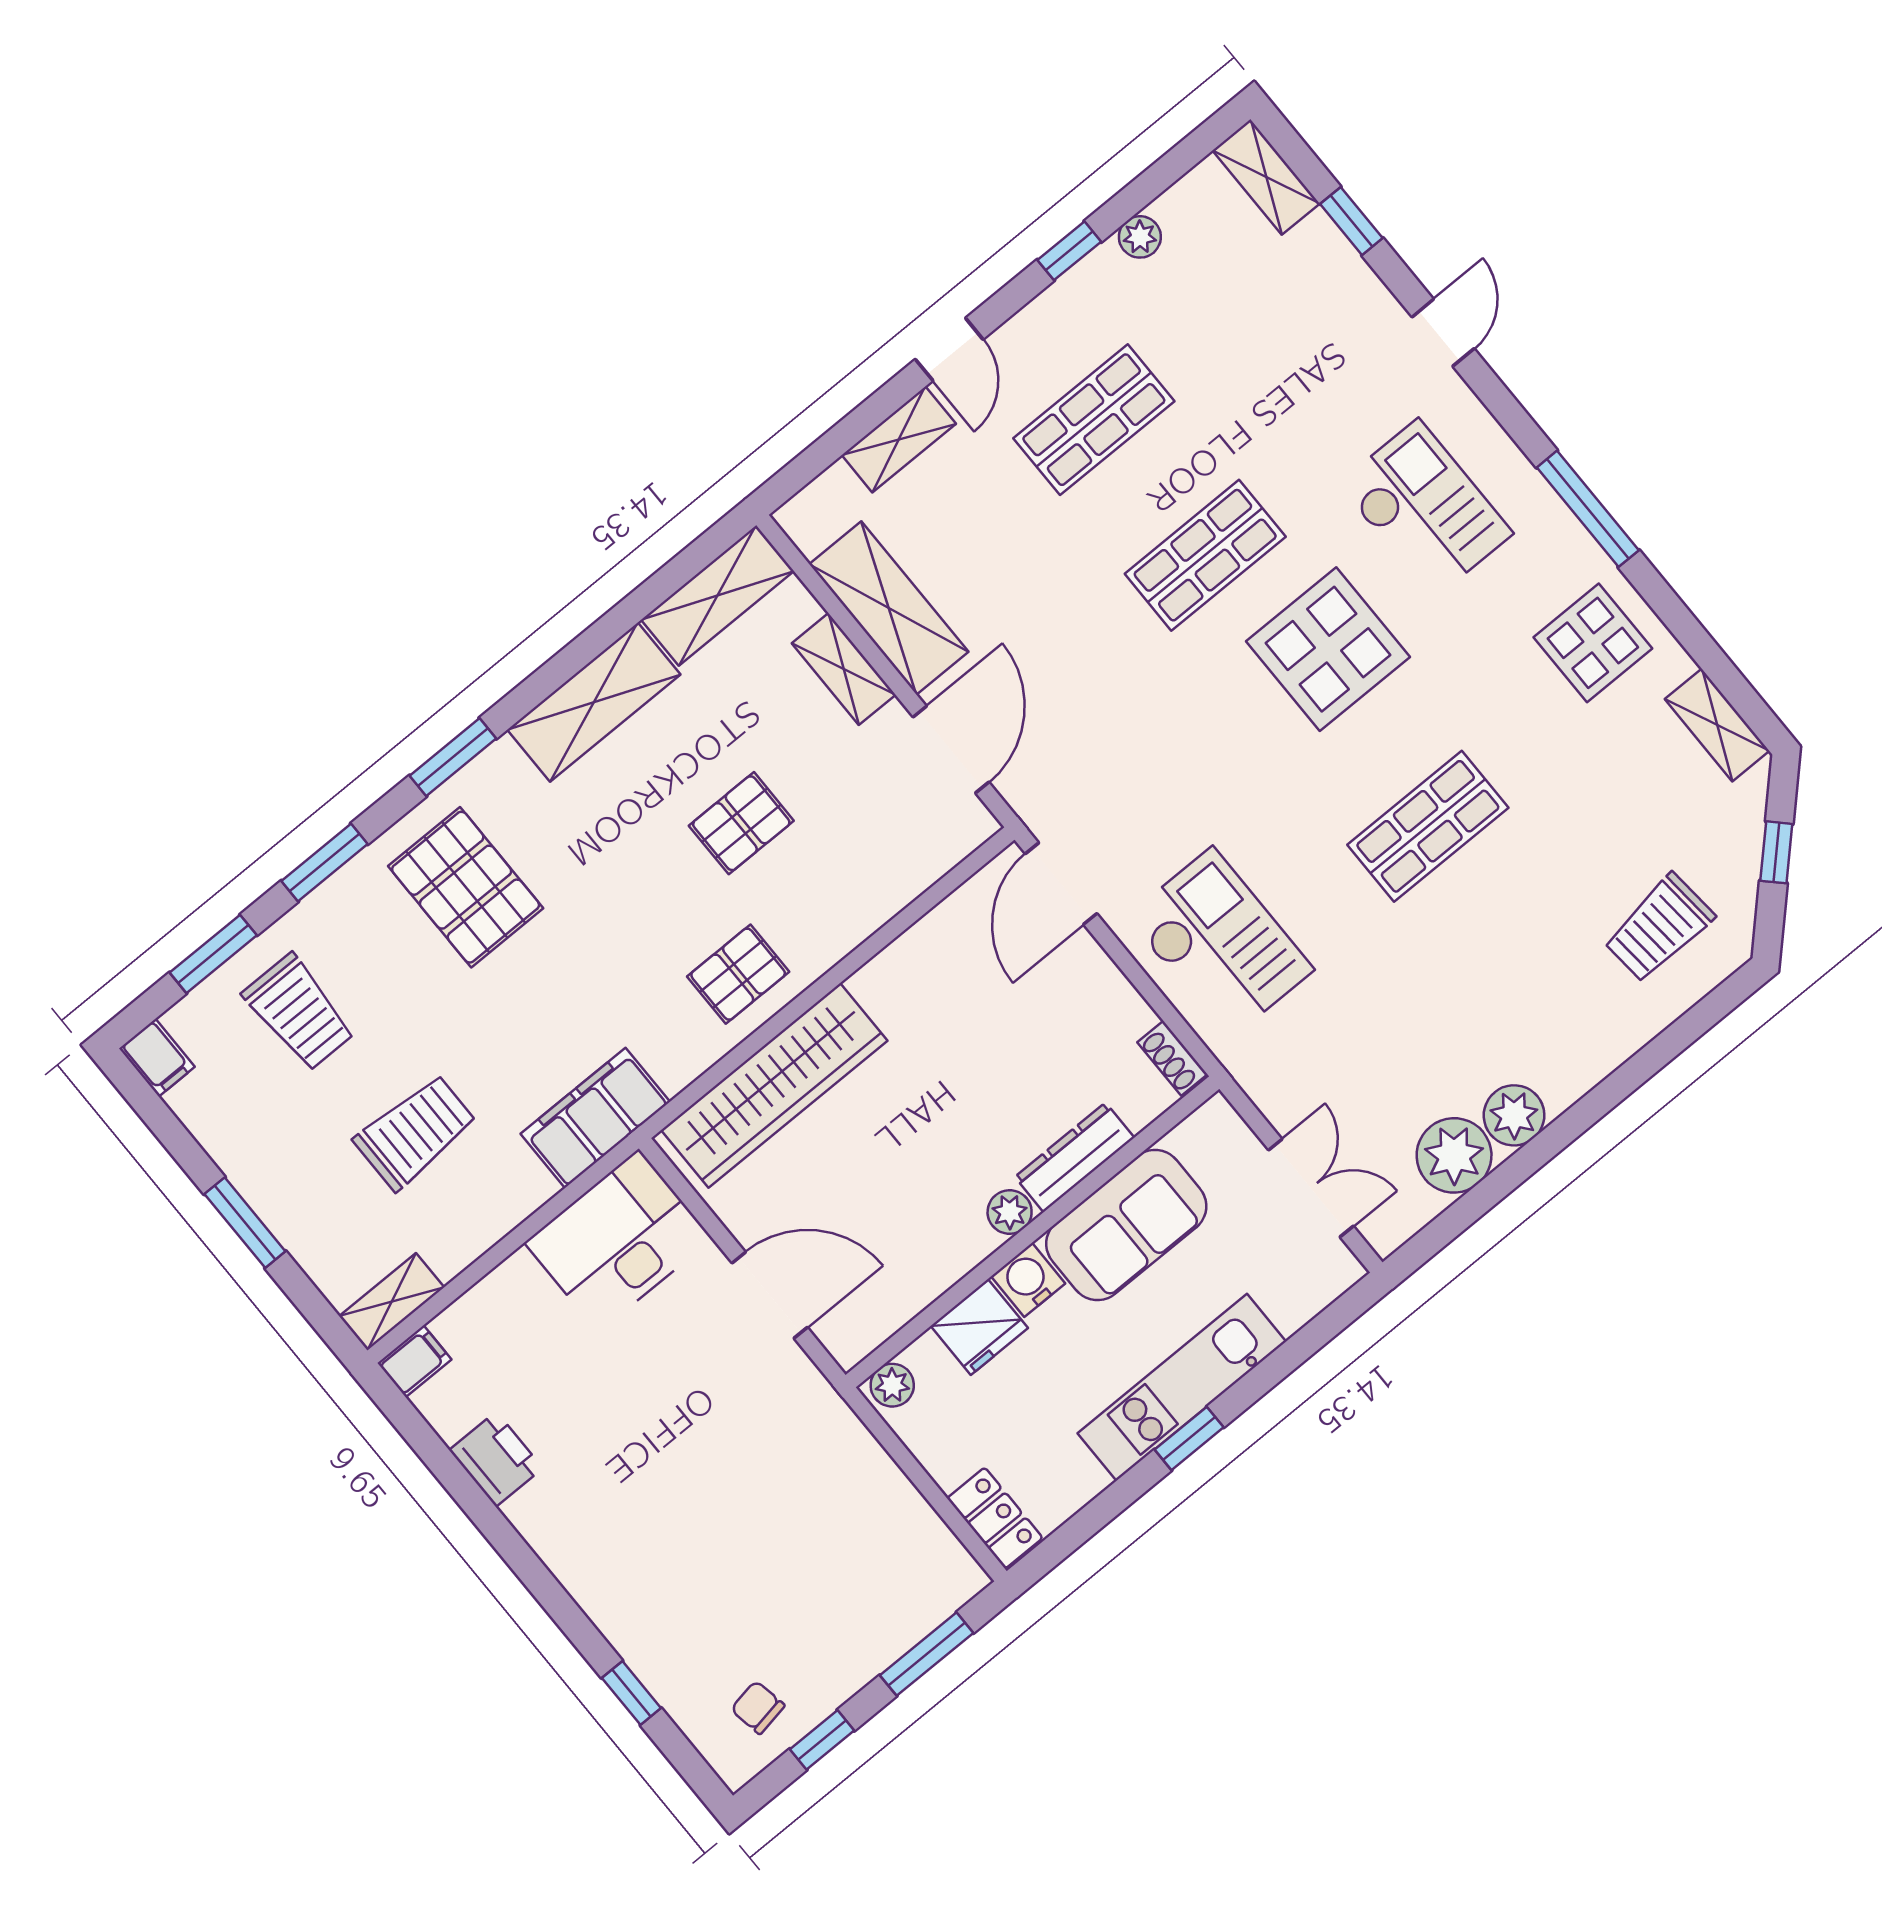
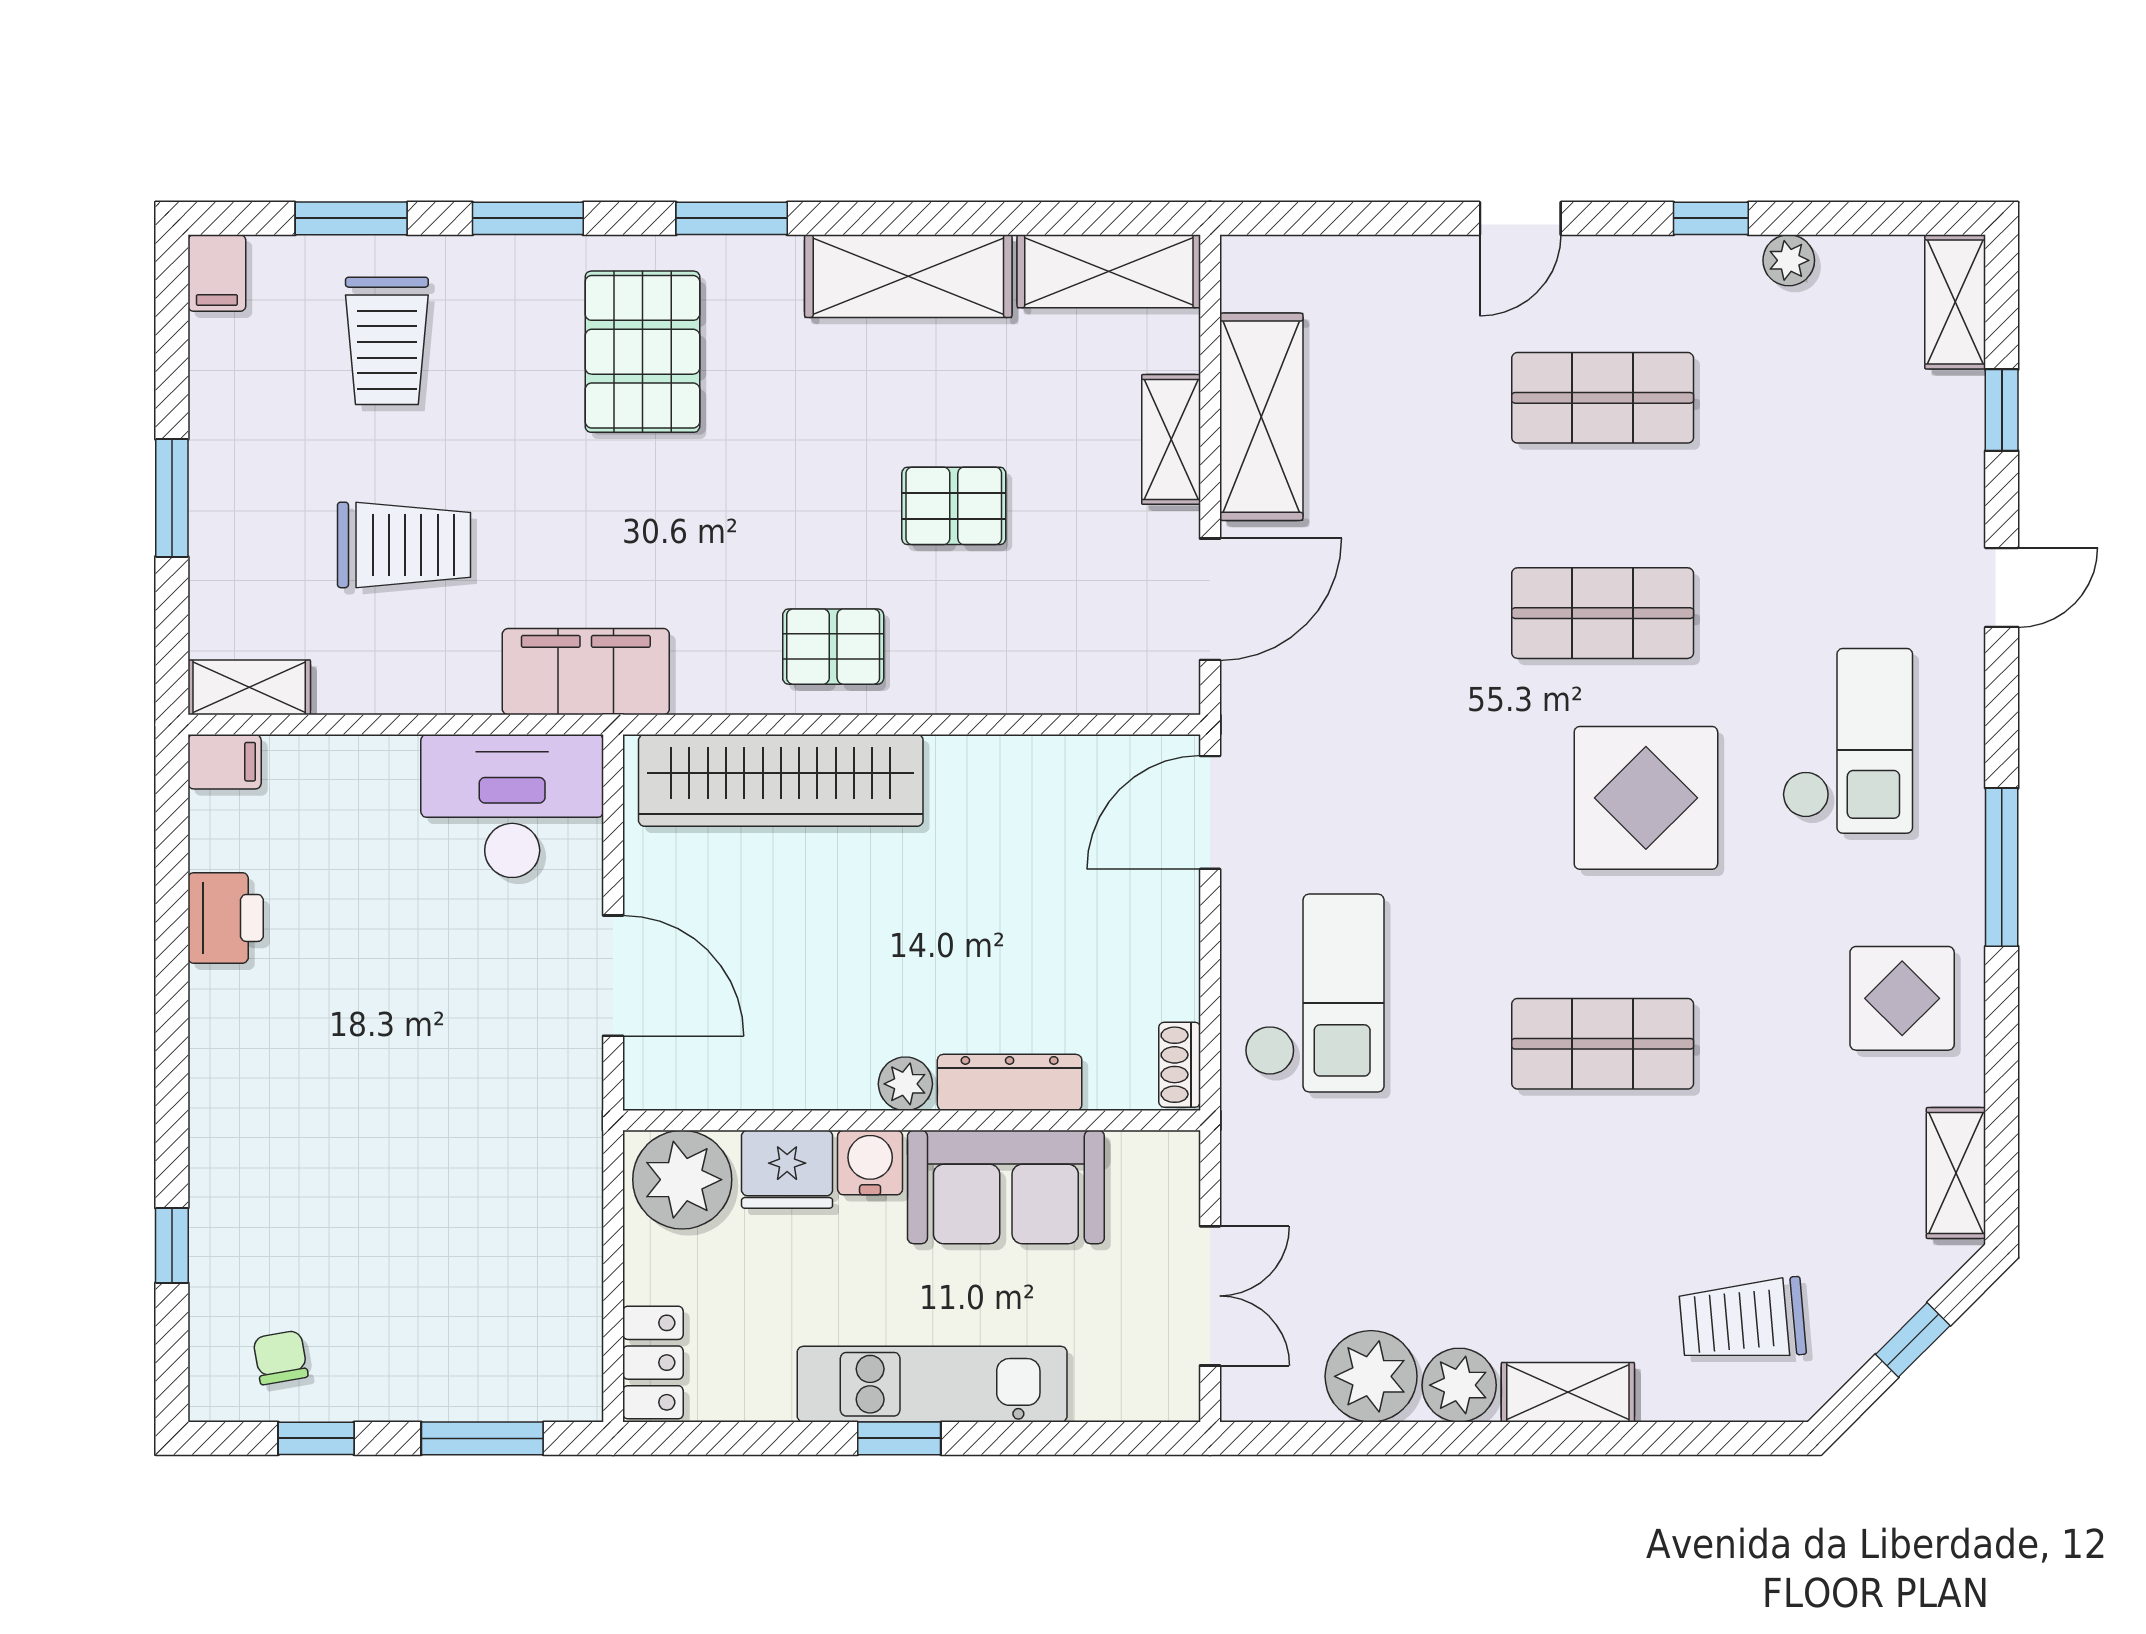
shelving: (899, 439) -> (1568, 1392), moved
plant: (892, 1385) -> (682, 1180), width x1.87, depth x1.87

